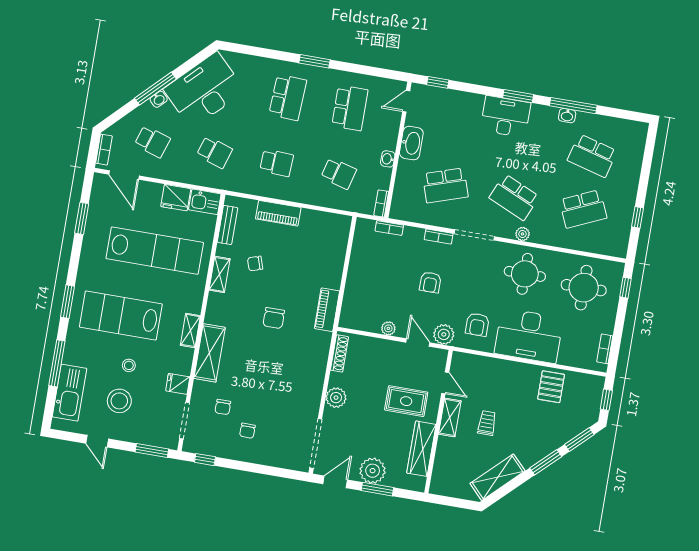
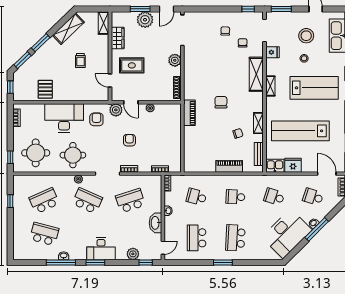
plant: (456, 100) -> (133, 254), added
shelving: (450, 417) -> (104, 23), moved
wardrobe: (421, 449) -> (118, 38), width x0.67

